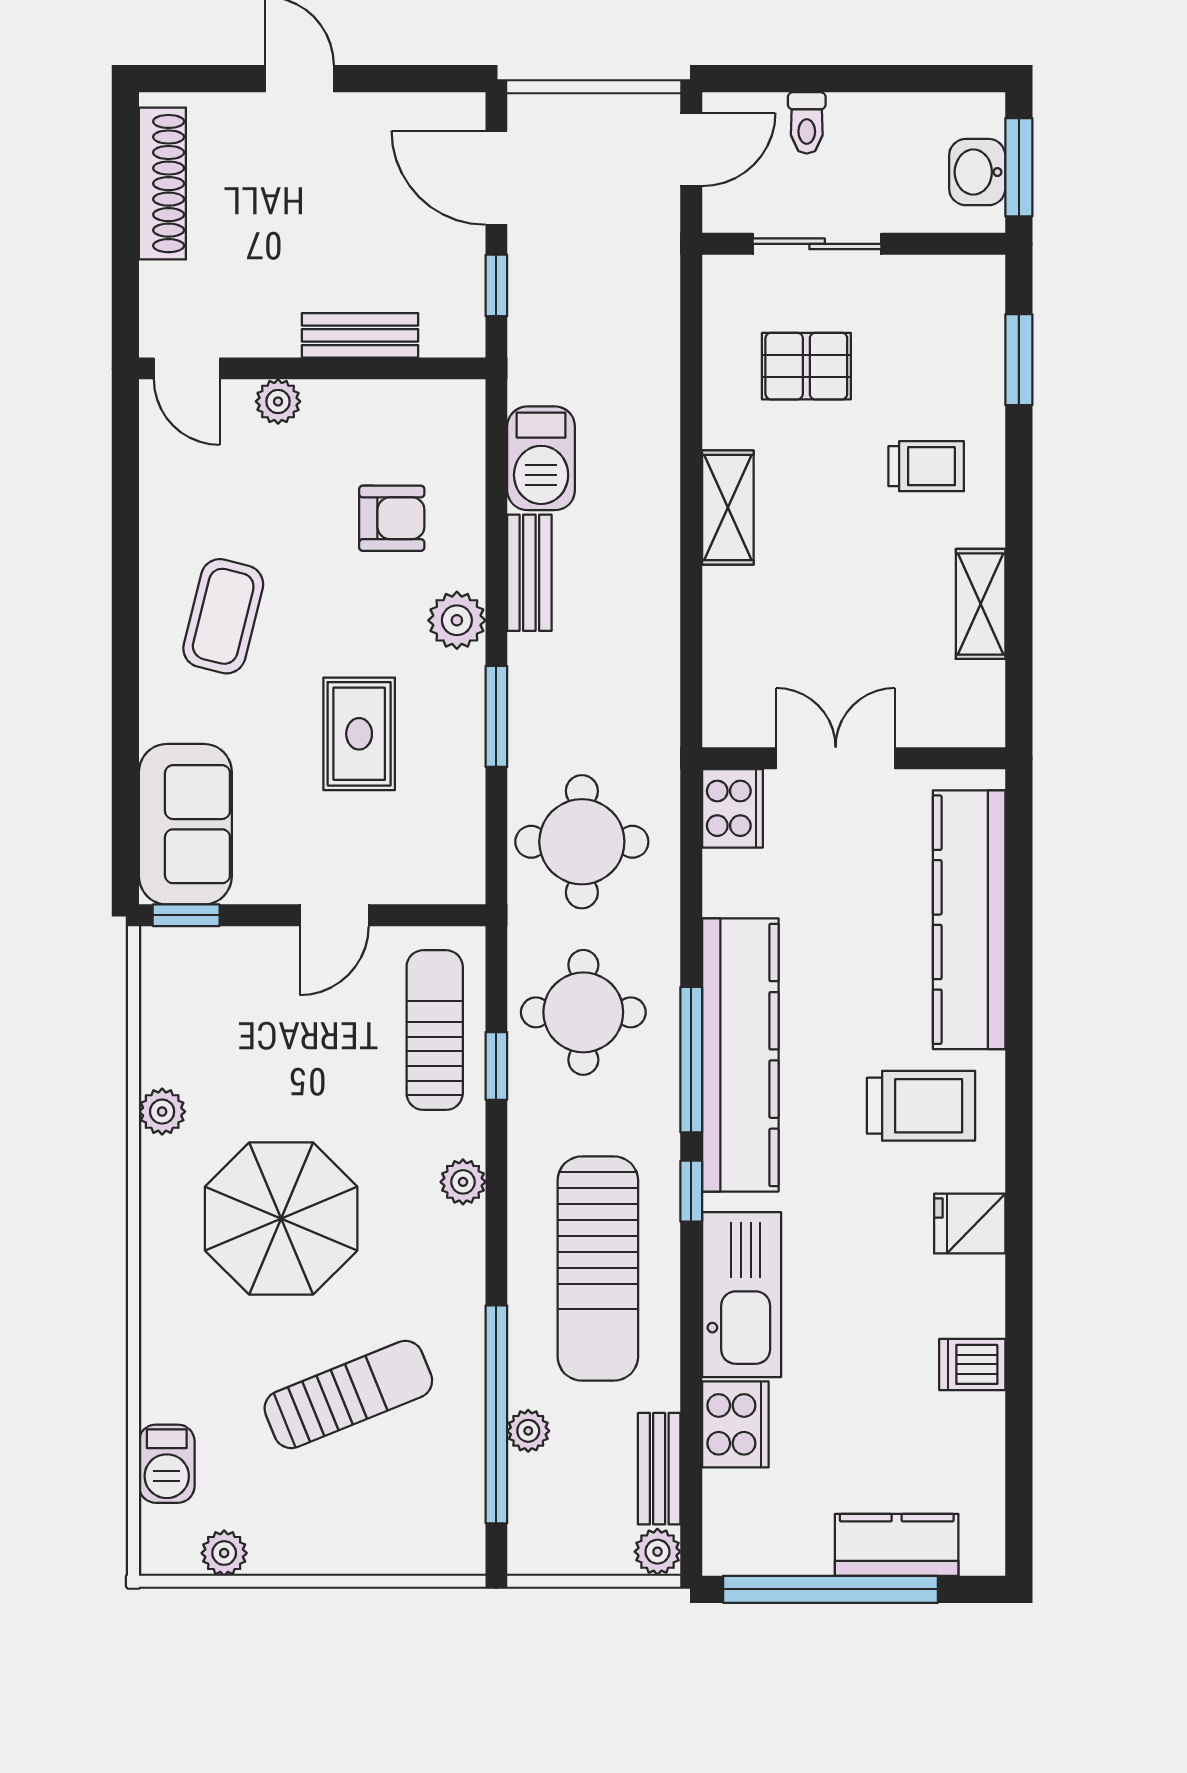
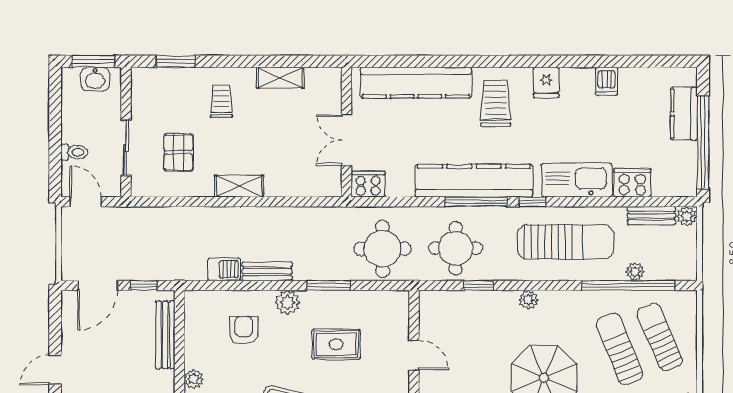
bench: (360, 335) -> (165, 335), width x1.36
barbecue: (541, 458) -> (224, 269), width x0.73, depth x0.79
sun lounger: (435, 1030) -> (660, 337), moved, turned 66

